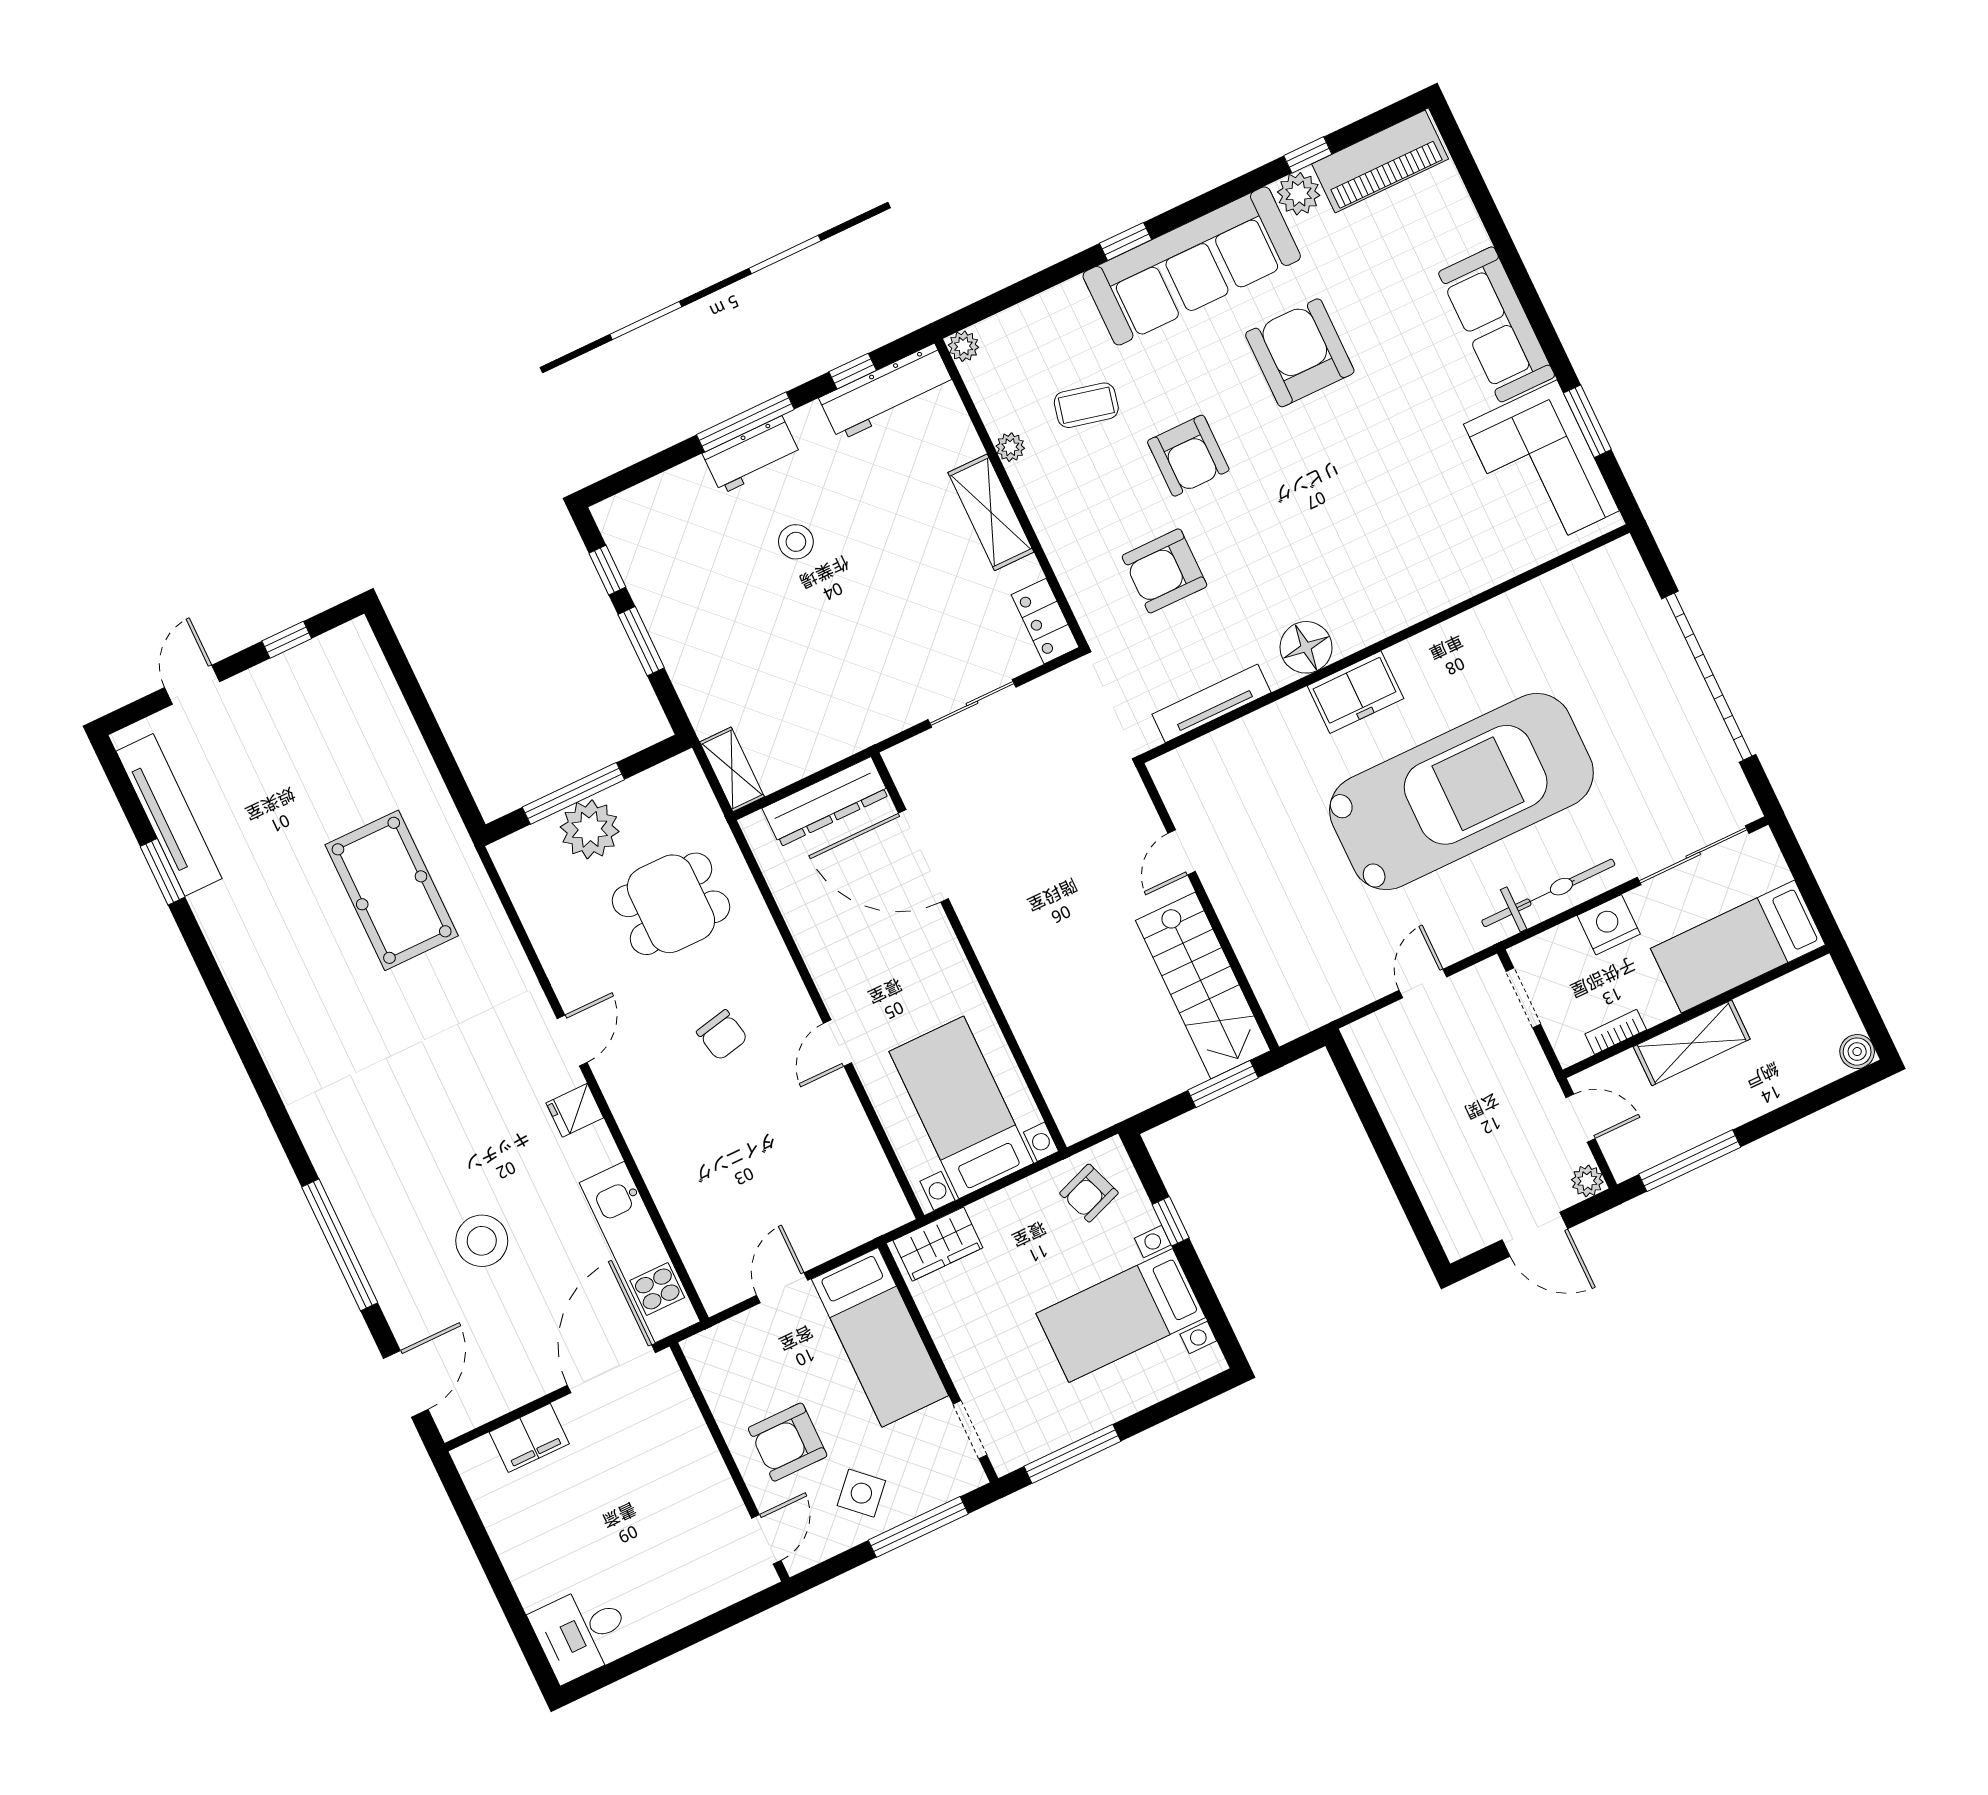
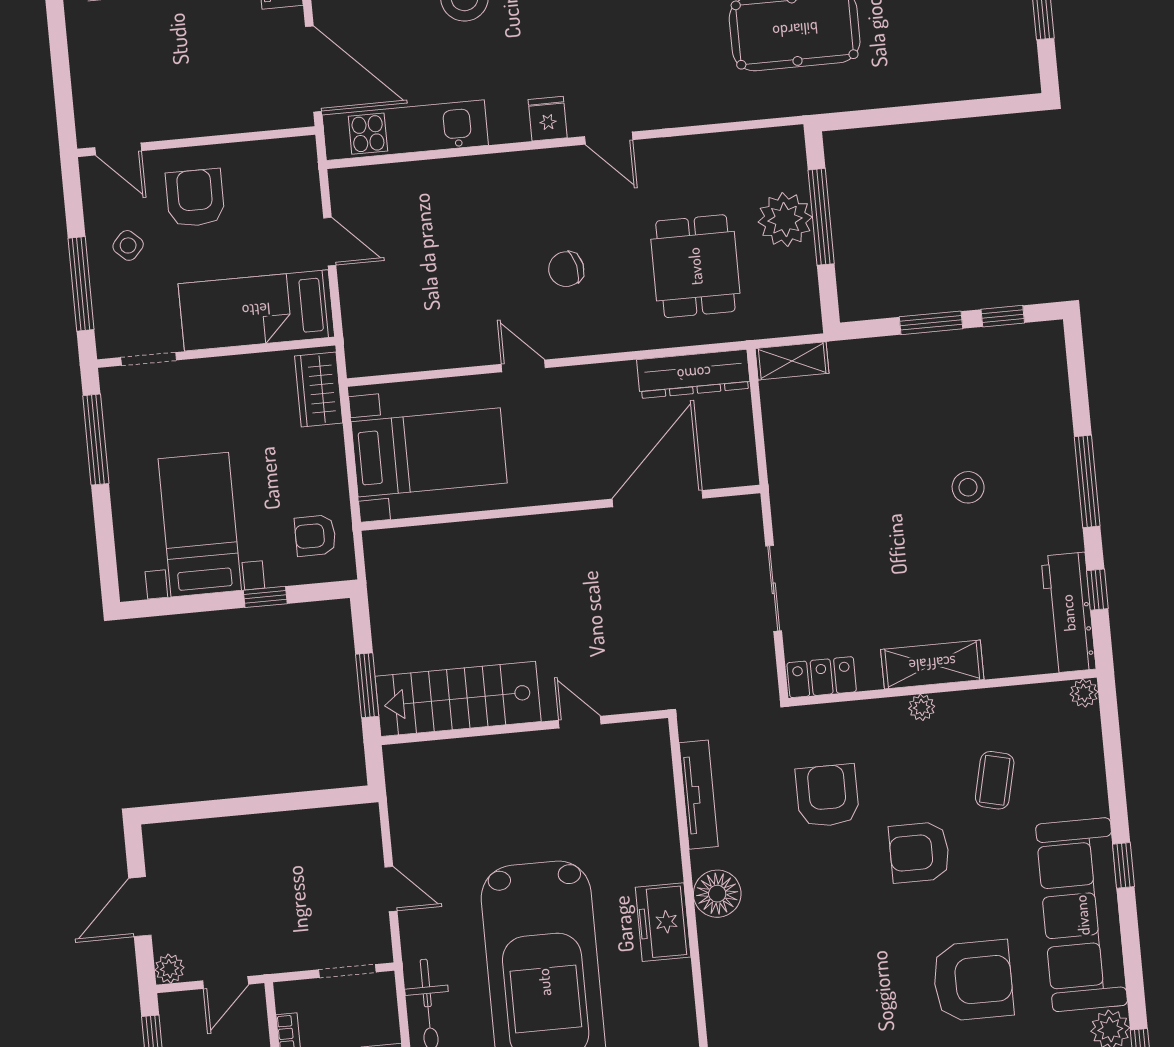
plant: (1010, 447) -> (922, 707), moved
workbench: (752, 455) -> (1057, 476), removed
dresser: (826, 802) -> (694, 374), moved, turned -90
armchair: (1089, 1193) -> (315, 536), turned -70
side table: (861, 1493) -> (128, 245), width x0.73, depth x0.73

